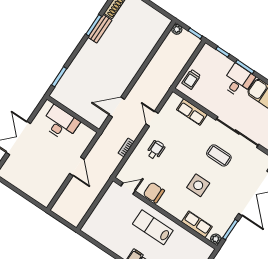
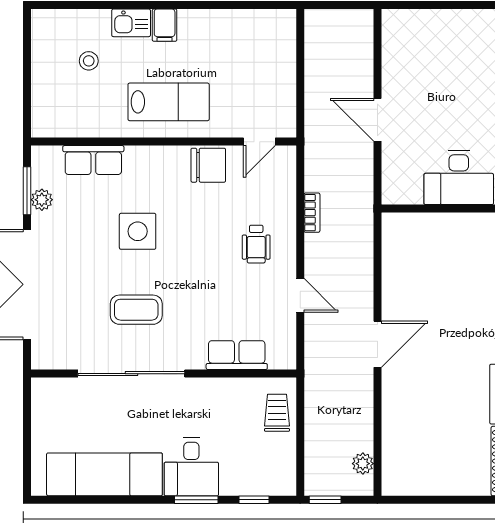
plant: (177, 29) -> (363, 464), moved
door: (117, 107) -> (377, 344), moved
plant: (216, 239) -> (42, 200), moved

